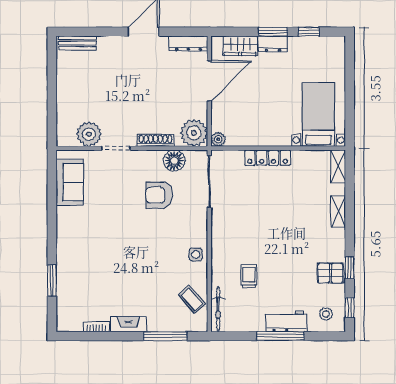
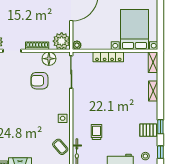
bed with nightstands: (318, 115) -> (134, 30), width x1.36

